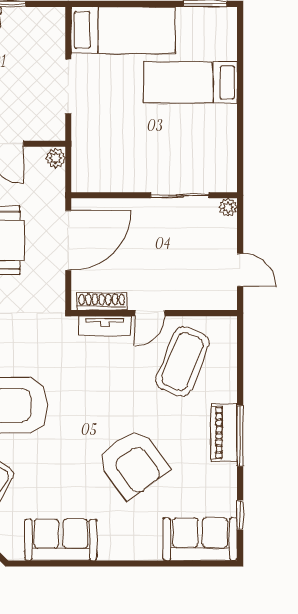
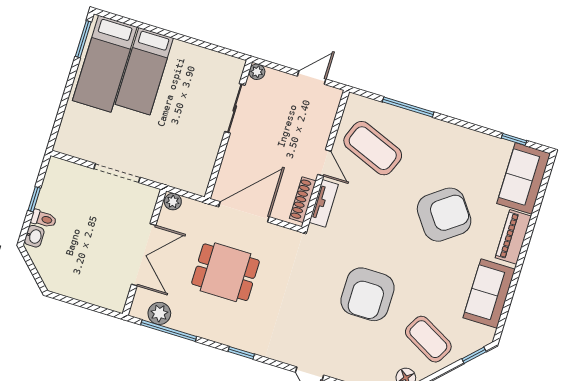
bed: (123, 30) -> (105, 64), moved, turned 180
door: (68, 240) -> (244, 212), hinge flipped
piano: (224, 433) -> (513, 237), moved, turned 90
window: (240, 436) -> (408, 107), moved

